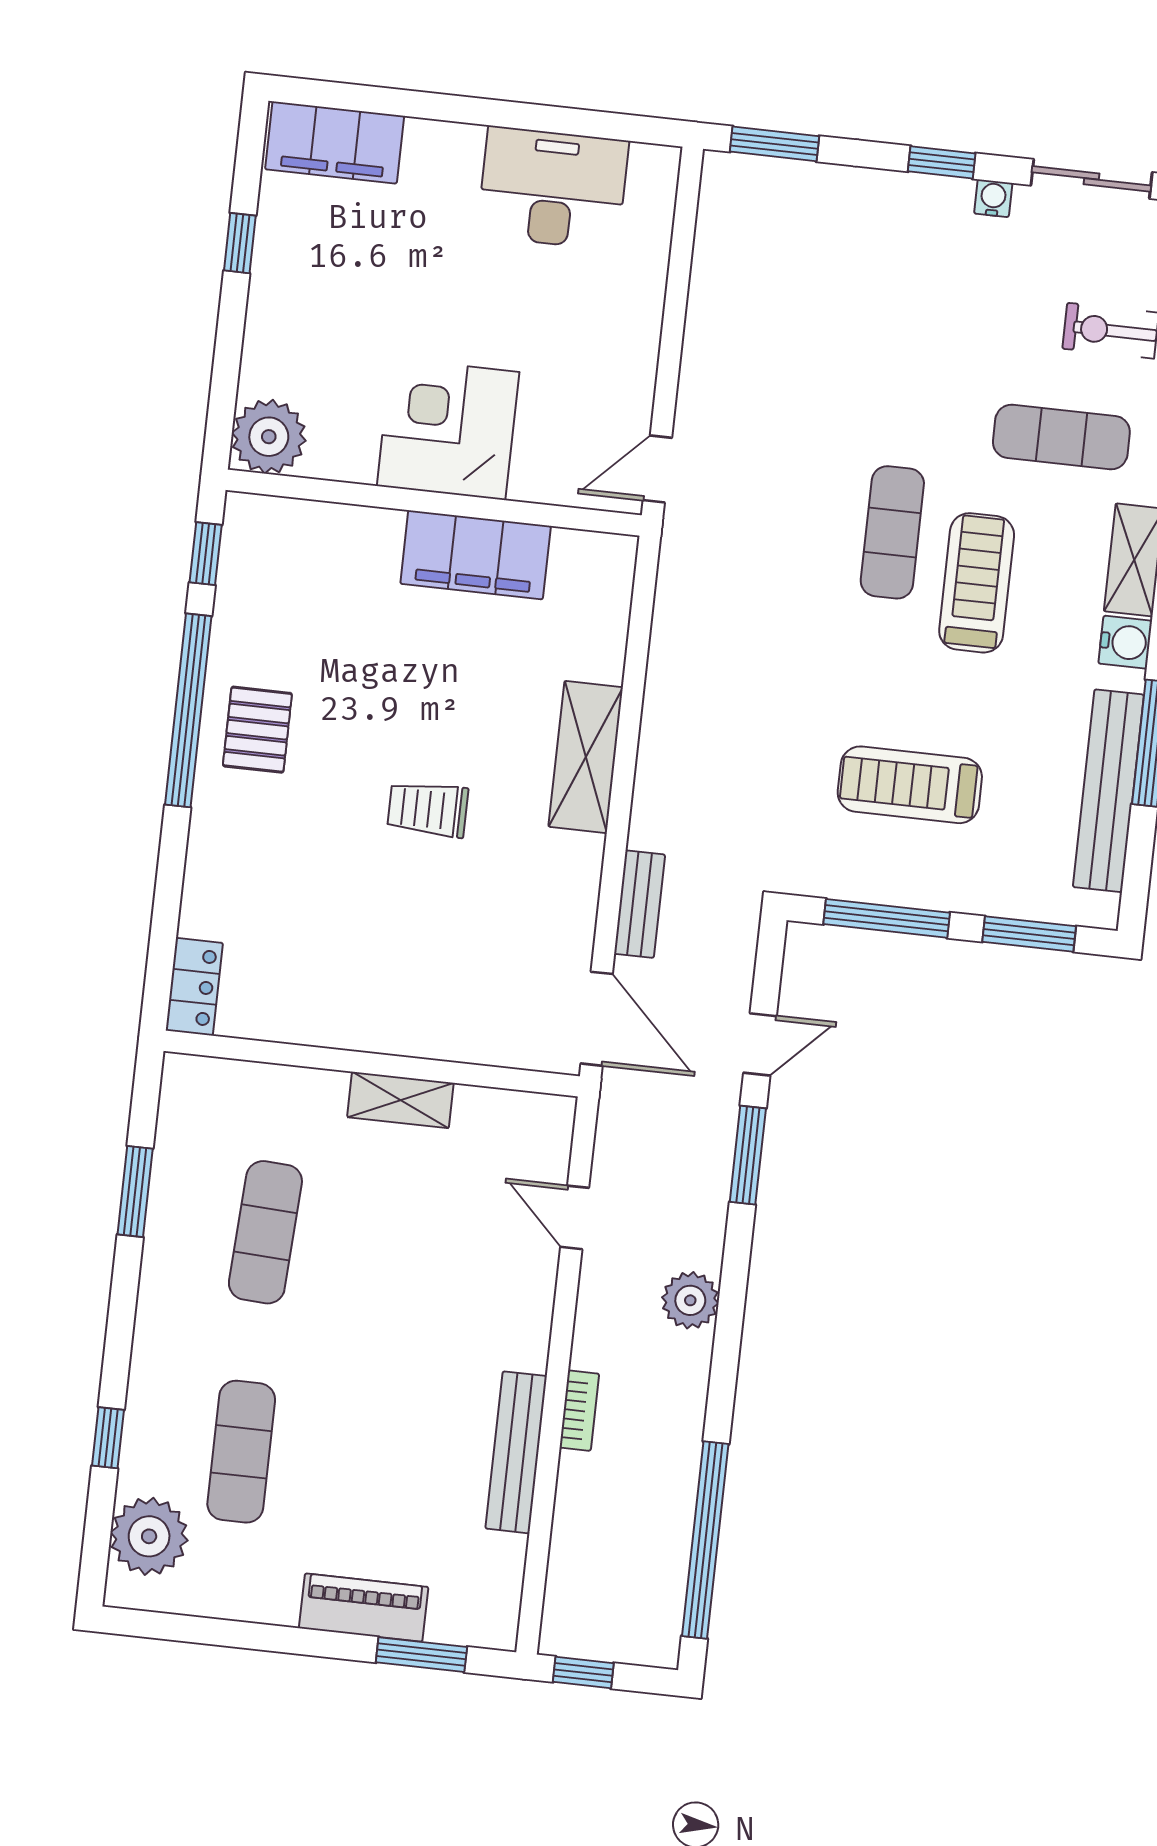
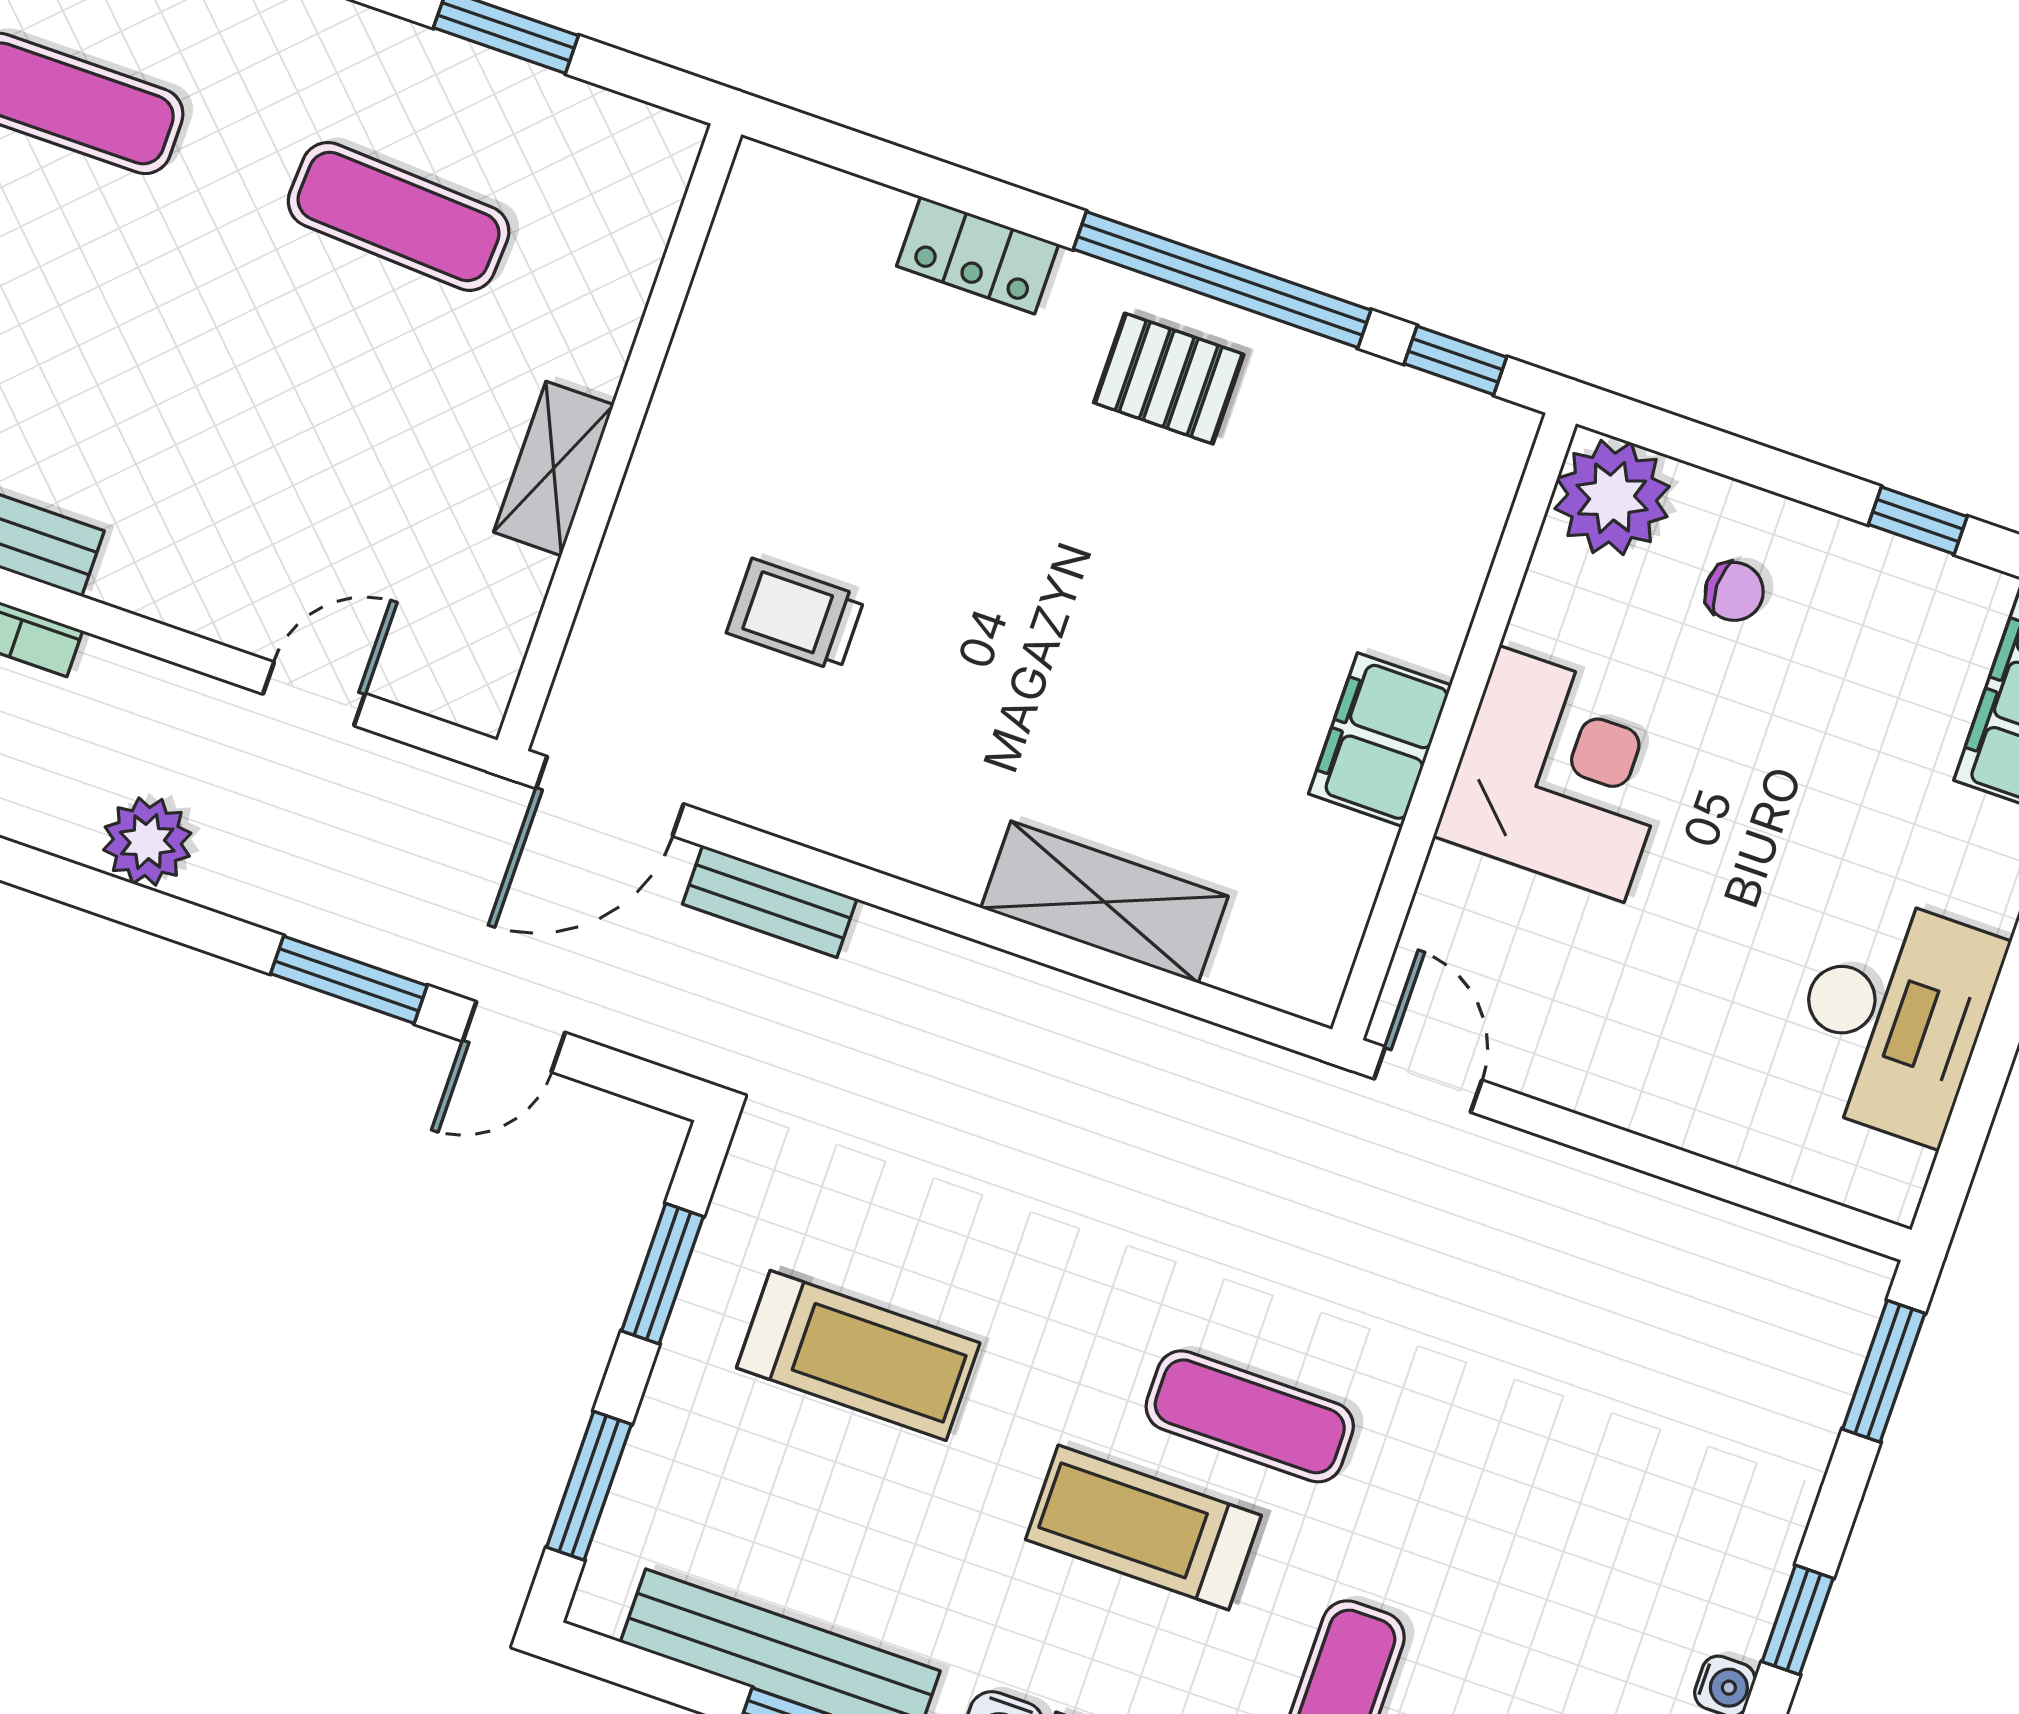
chair: (310, 347) -> (1734, 591), added
filing cabinet: (476, 555) -> (1380, 740), width x0.67, depth x0.86
treadmill: (977, 583) -> (1143, 1527), turned 180
shelving: (586, 757) -> (1105, 902), moved
treadmill: (910, 785) -> (858, 1355), turned 90
trolley: (428, 809) -> (796, 615), moved, turned -90
window: (887, 918) -> (662, 1274), width x0.69
locker: (194, 987) -> (978, 255), moved
door: (760, 1044) -> (514, 1037), hinge flipped

